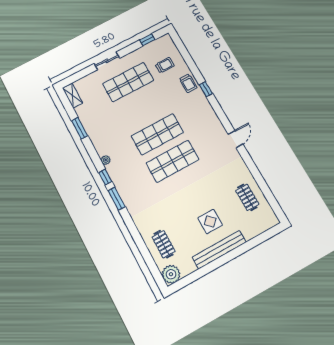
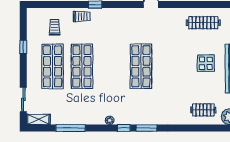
window: (147, 40) -> (23, 47), moved
sliding door: (107, 61) -> (23, 100), moved
window: (80, 128) -> (71, 128), width x1.44
shop shelf: (157, 134) -> (82, 66), moved
clothes rail: (247, 197) -> (203, 23), width x1.36

